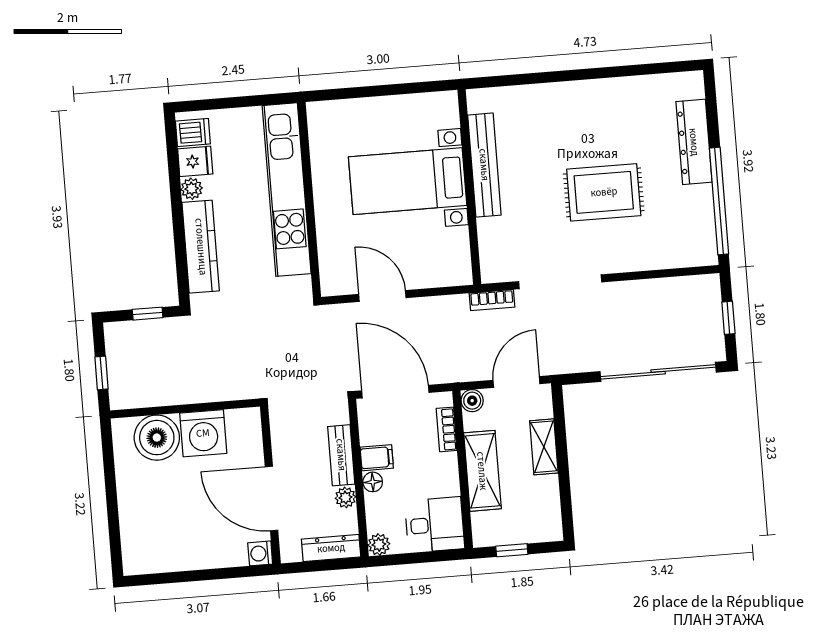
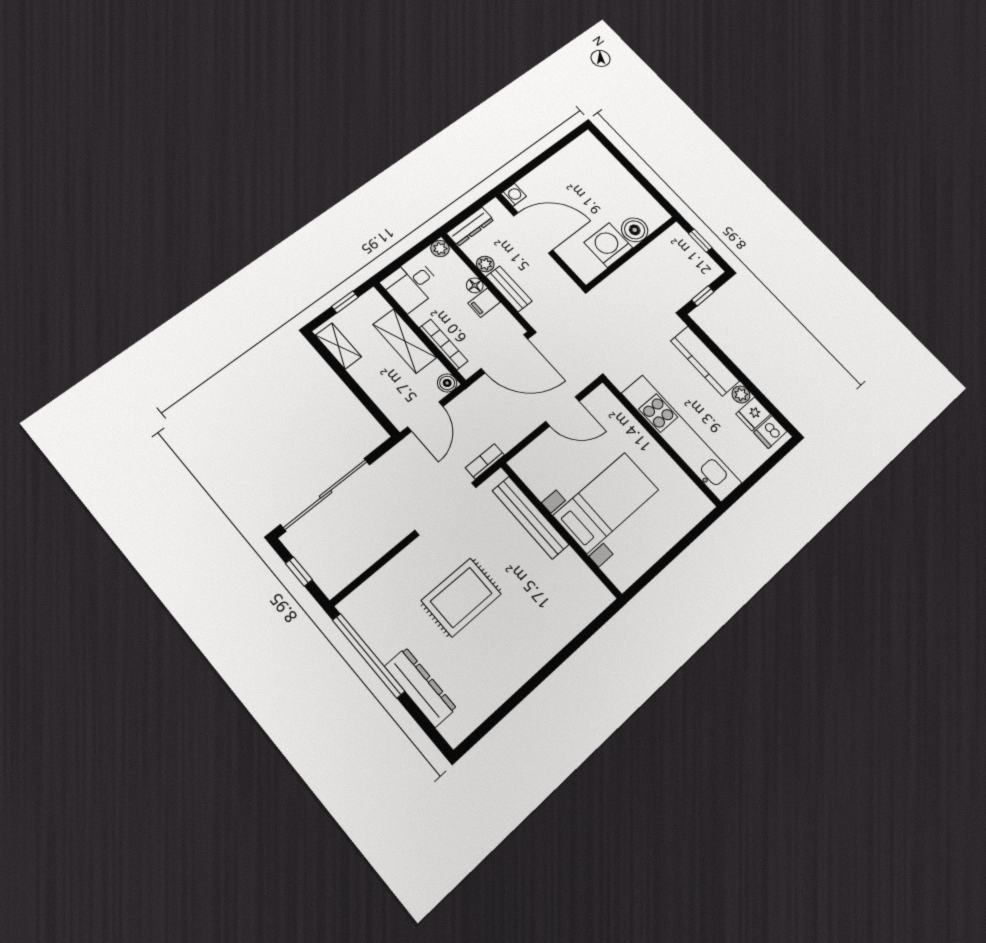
bench: (484, 165) -> (531, 517), moved
bookcase: (447, 429) -> (444, 344), width x1.56
boiler: (157, 438) -> (635, 230), width x0.73, depth x0.73
shelving: (544, 447) -> (338, 346), moved

